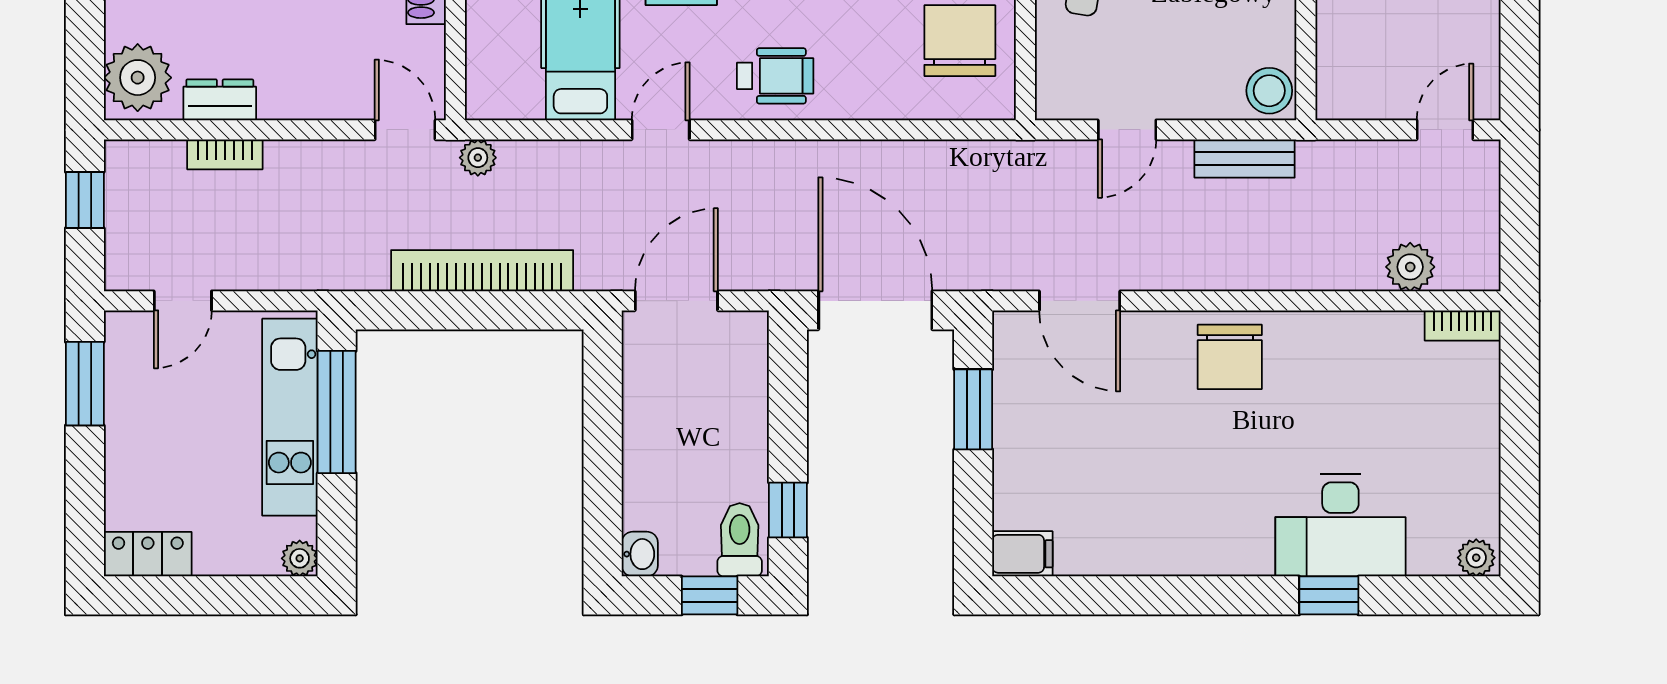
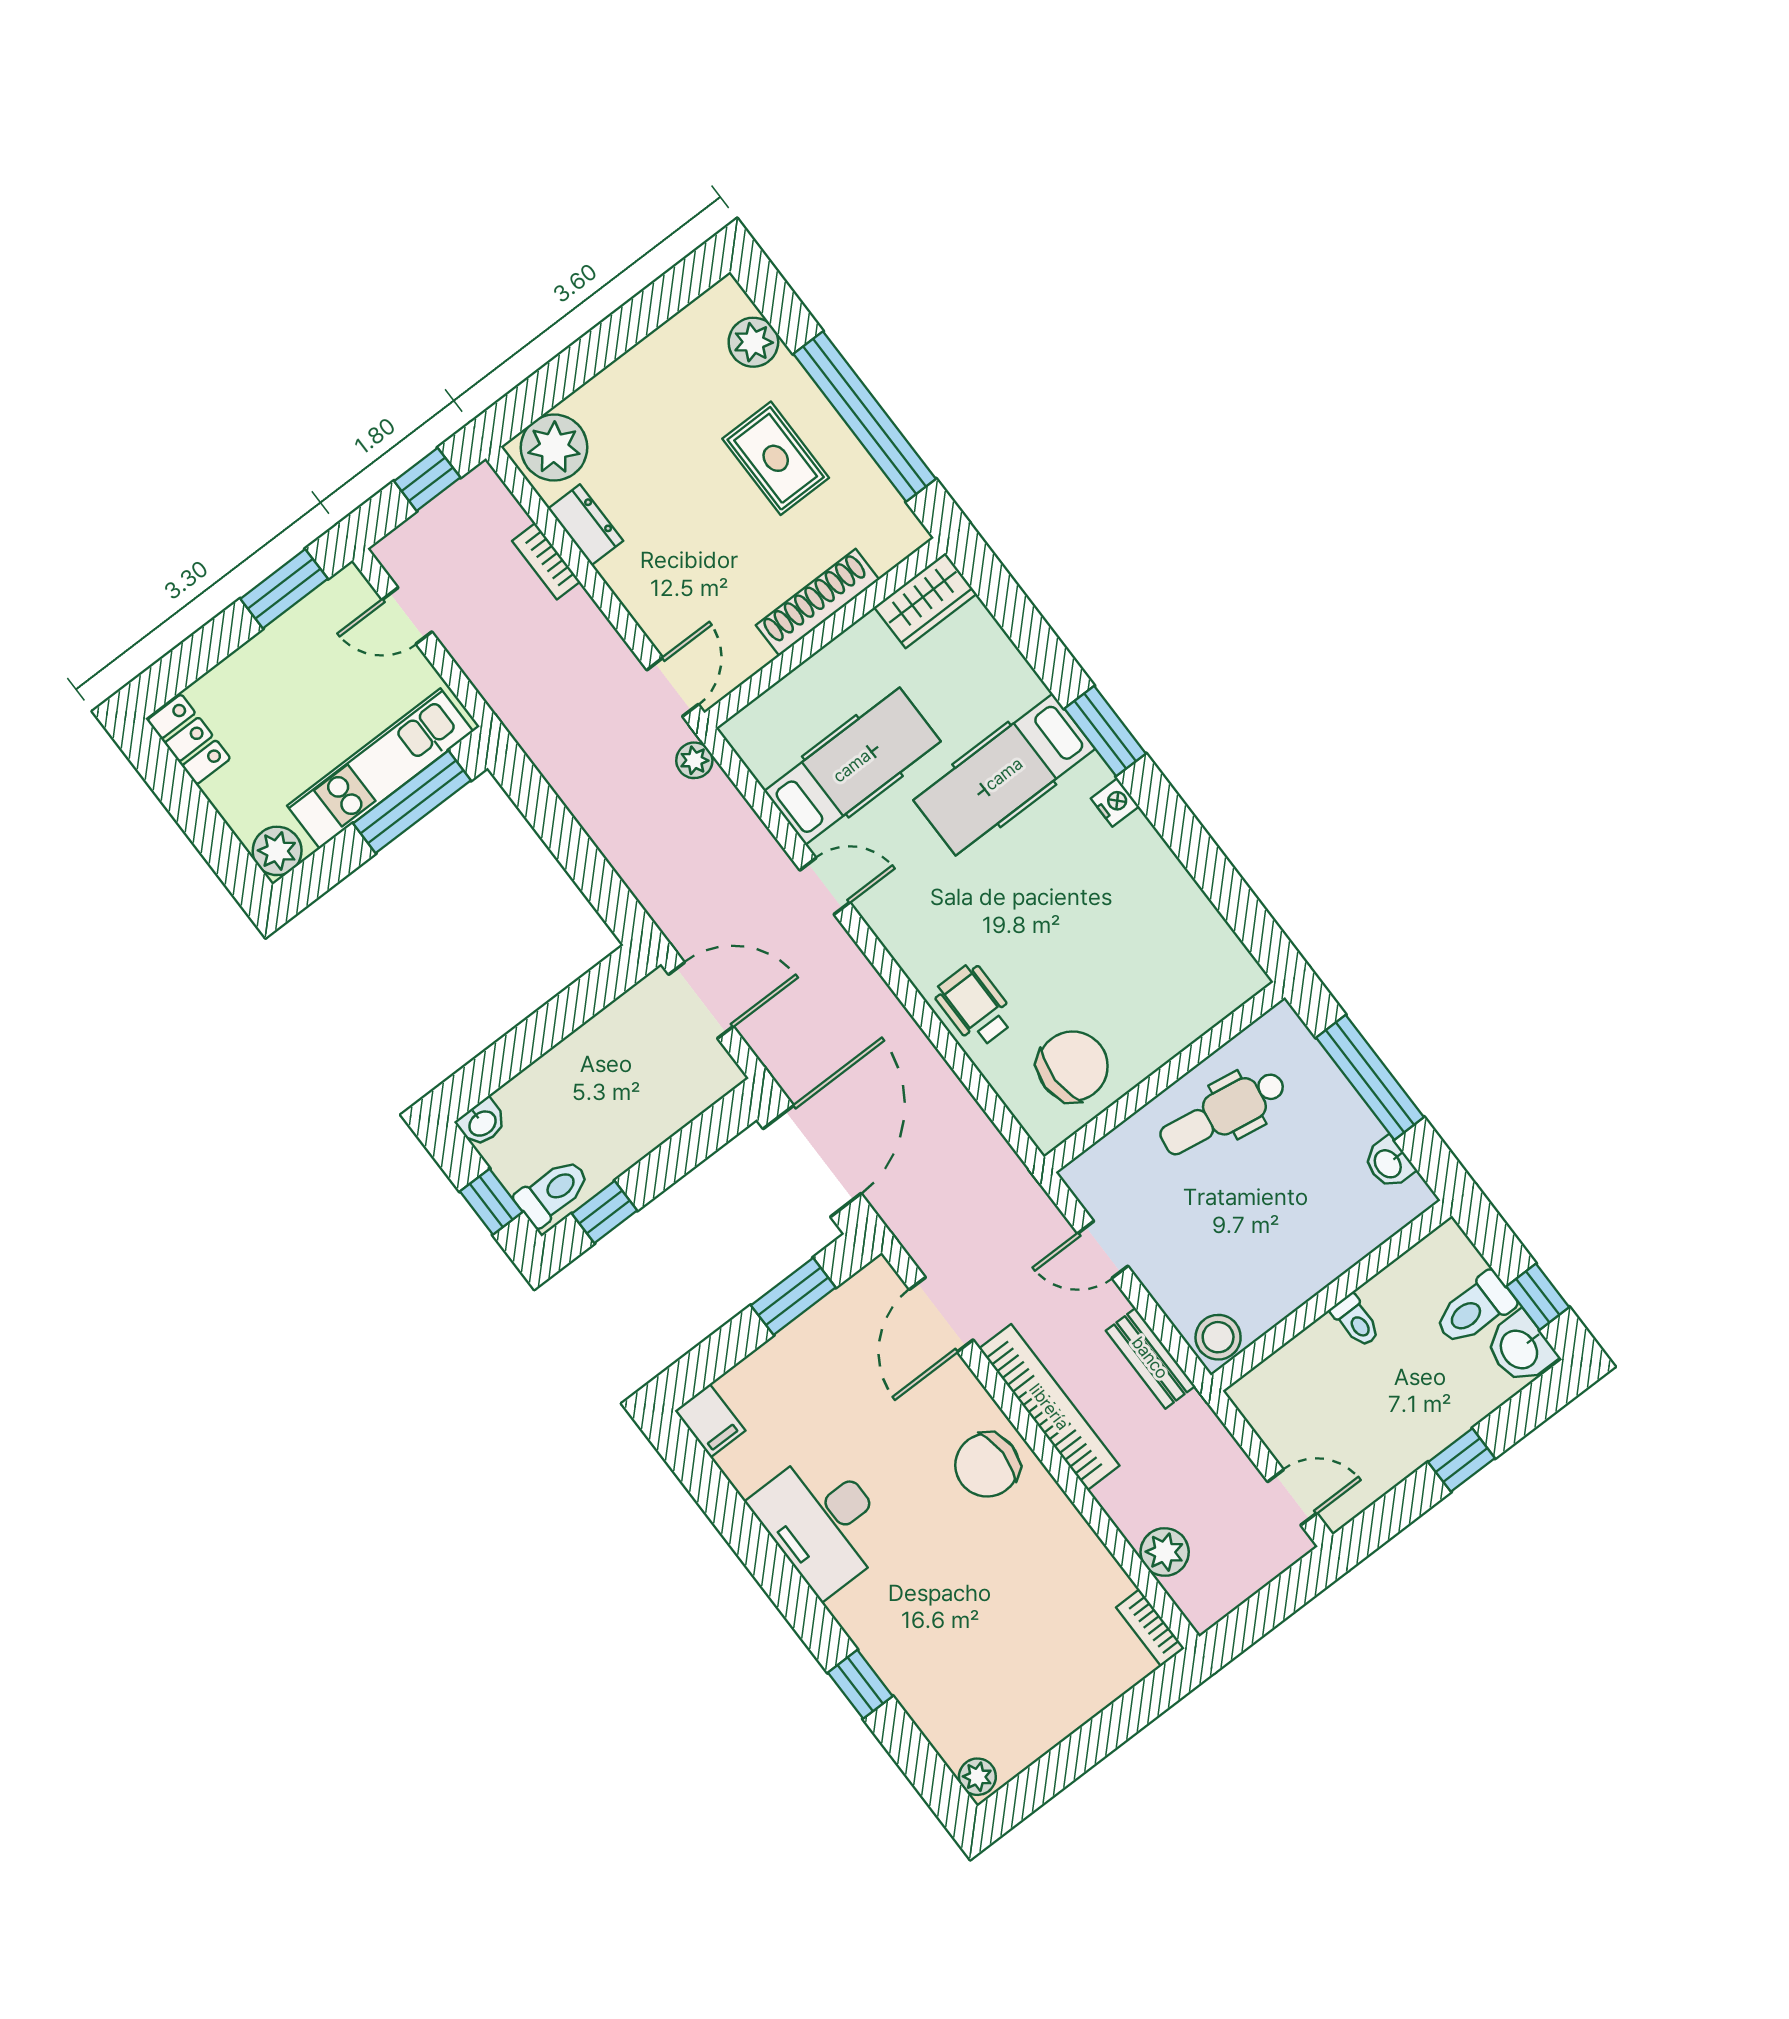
wheelchair: (775, 76) -> (975, 1006), moved, turned 180
bookcase: (482, 271) -> (1049, 1407), moved
desk: (1340, 525) -> (823, 1522), moved
plant: (300, 558) -> (277, 851), width x1.38, depth x1.38

